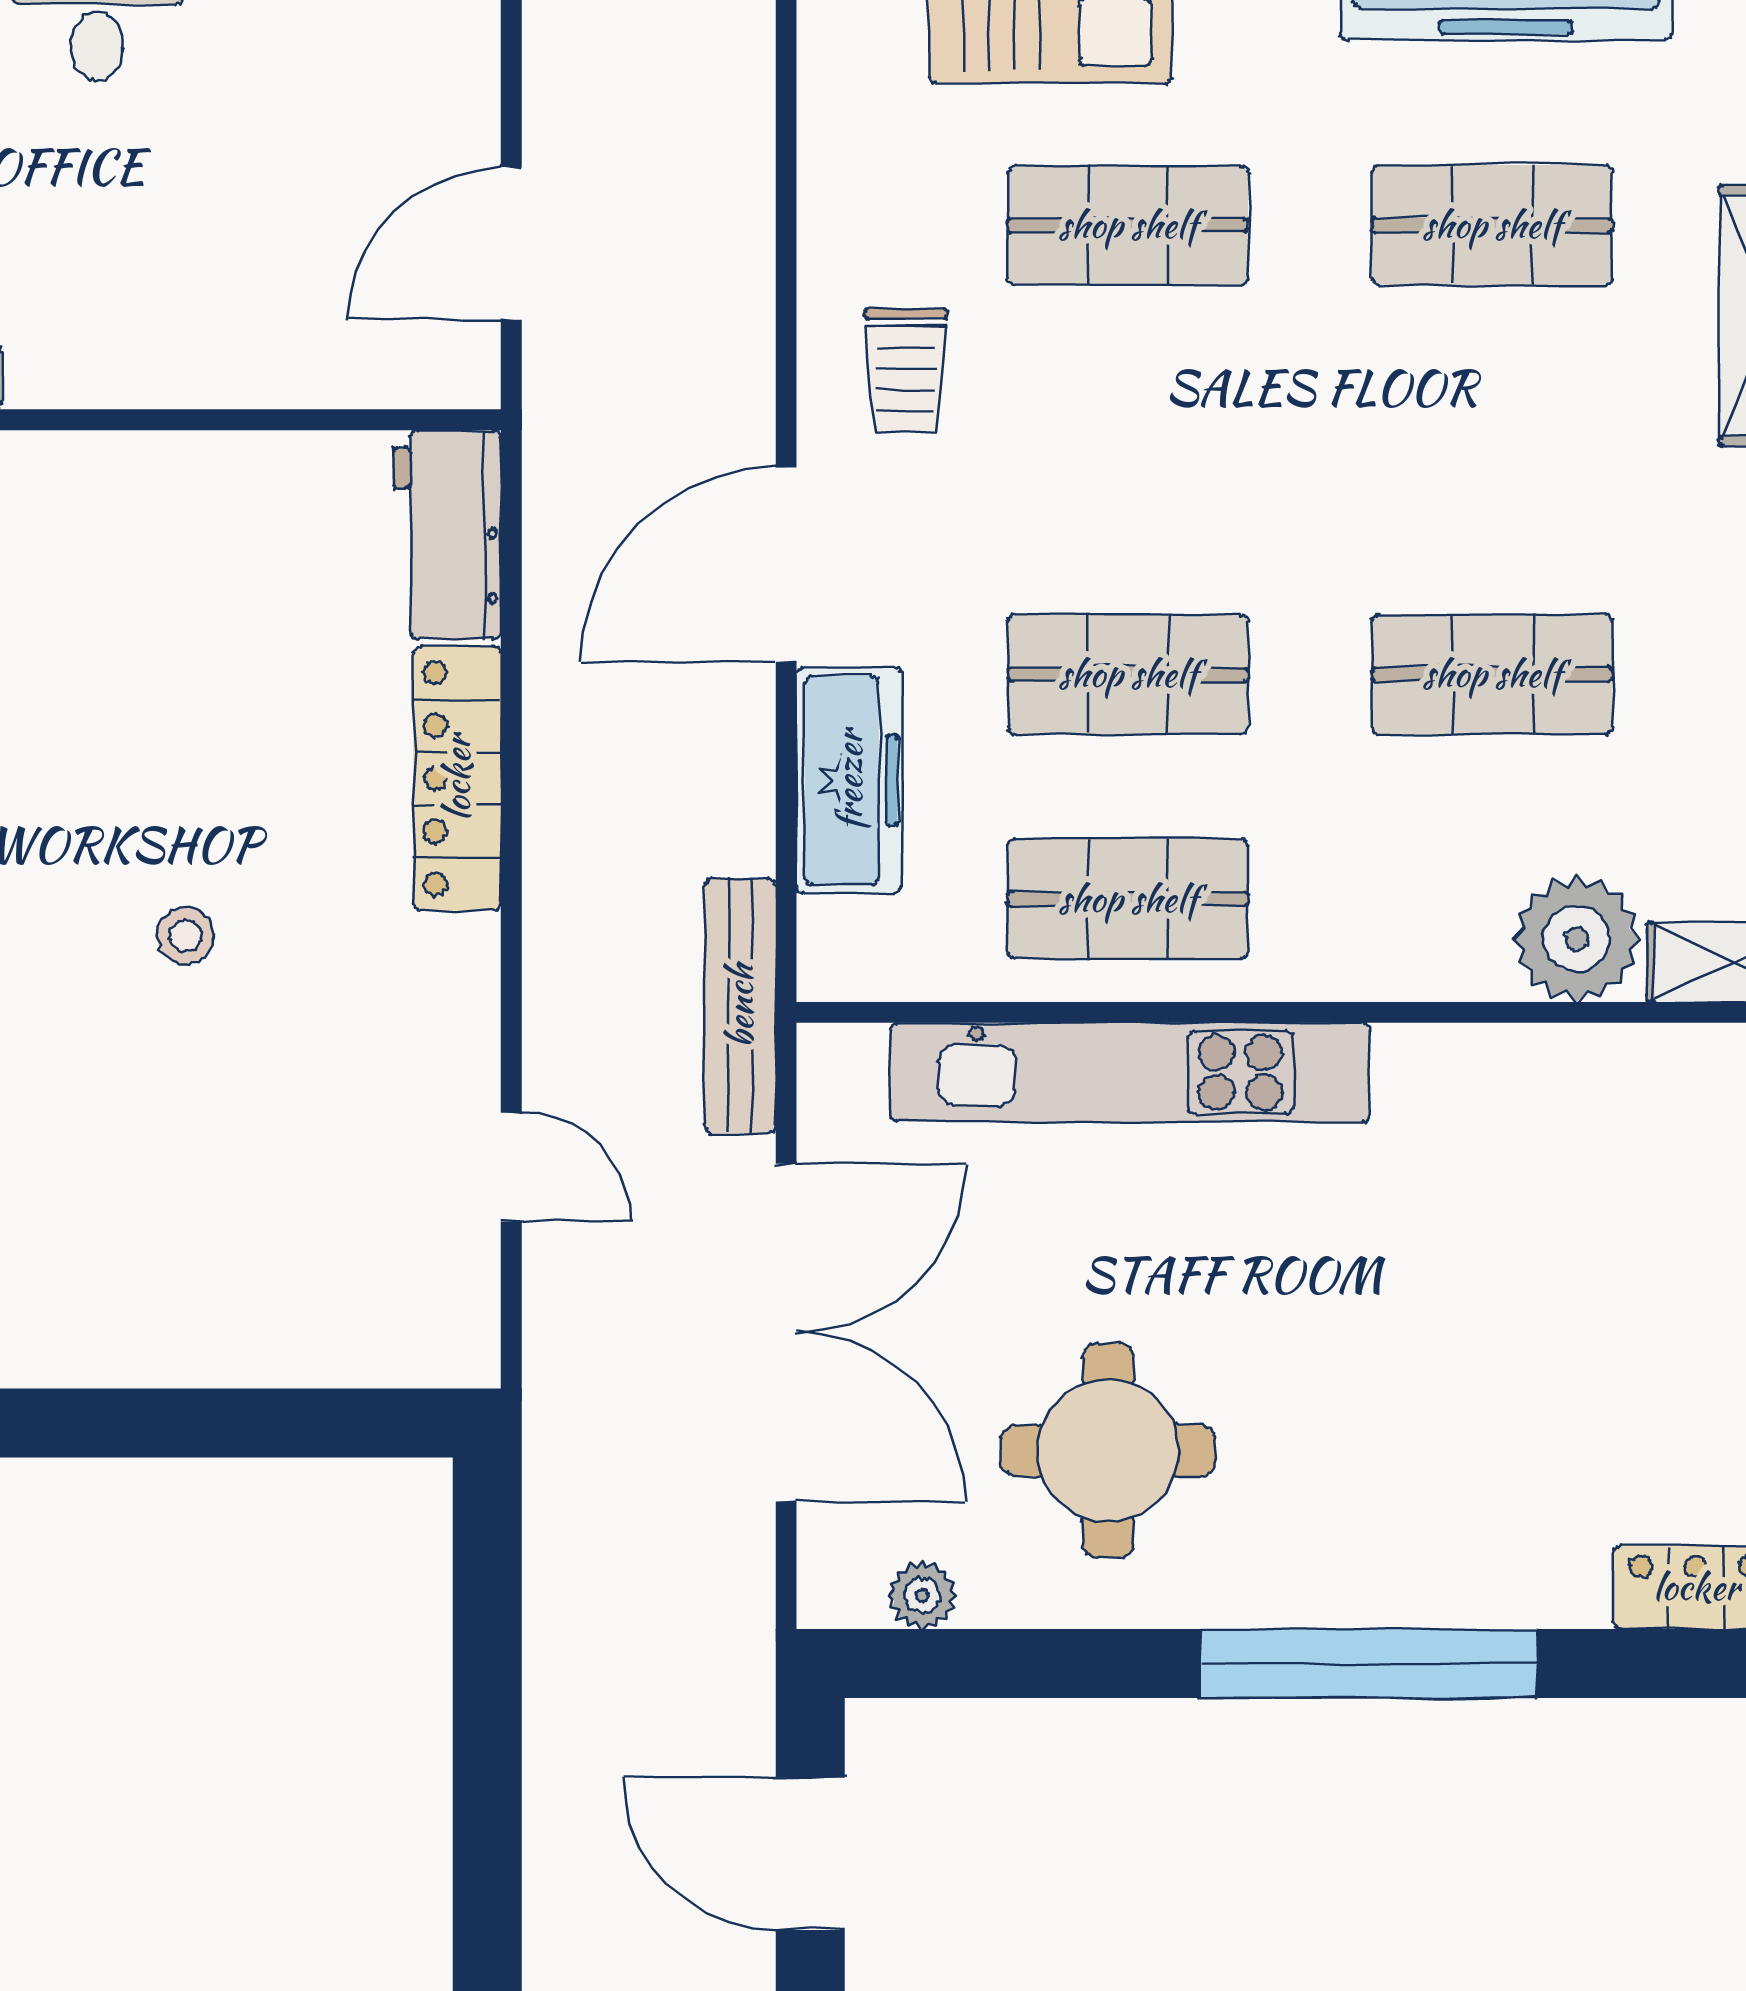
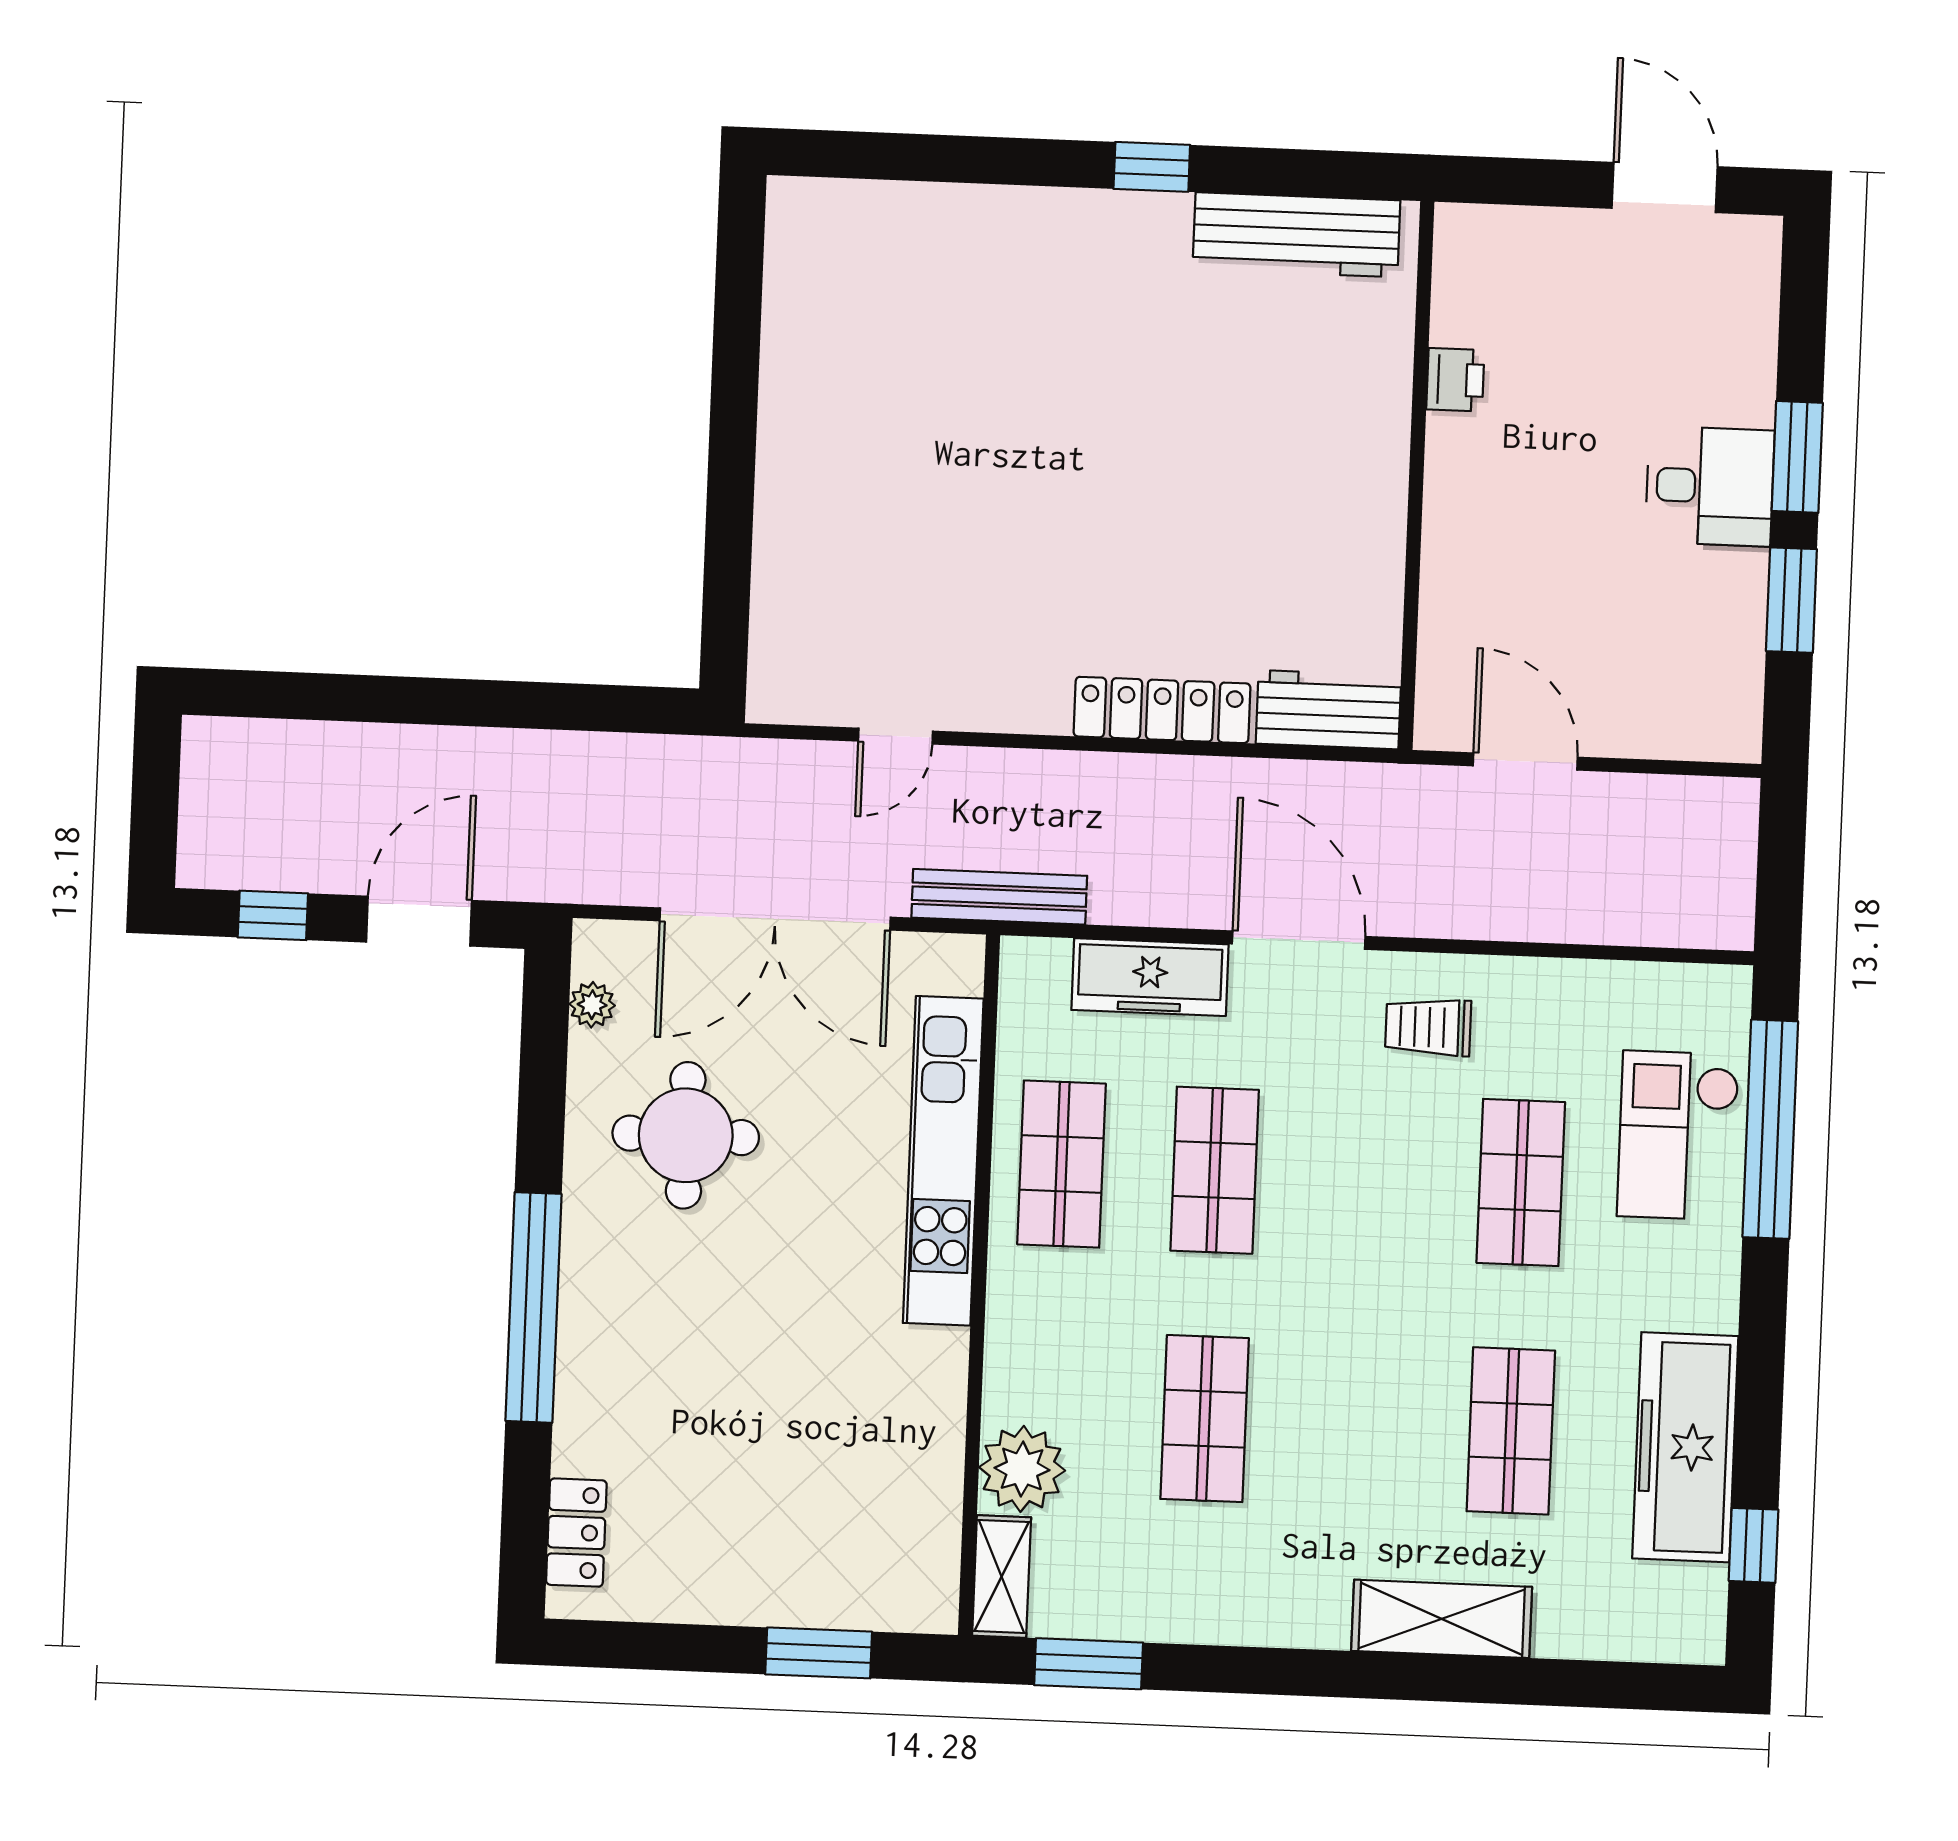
stool: (185, 936) -> (1062, 520), removed

